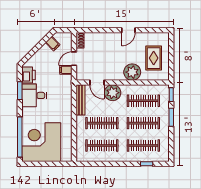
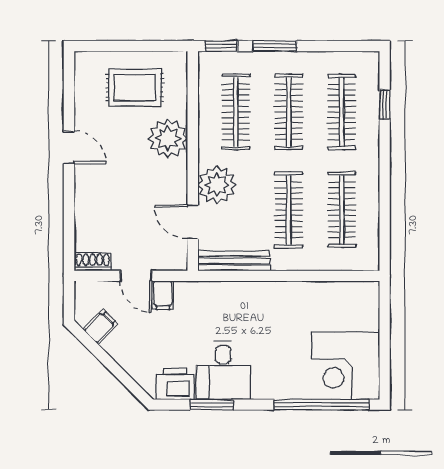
door: (97, 83) -> (193, 222), swing flipped
corner desk: (41, 142) -> (346, 366), width x0.74, depth x0.74

